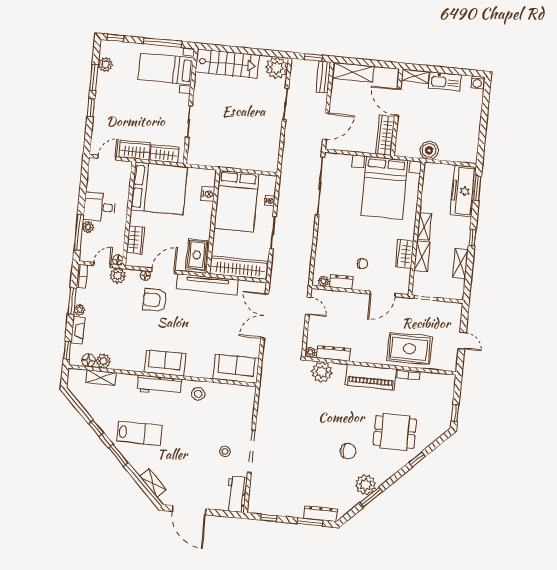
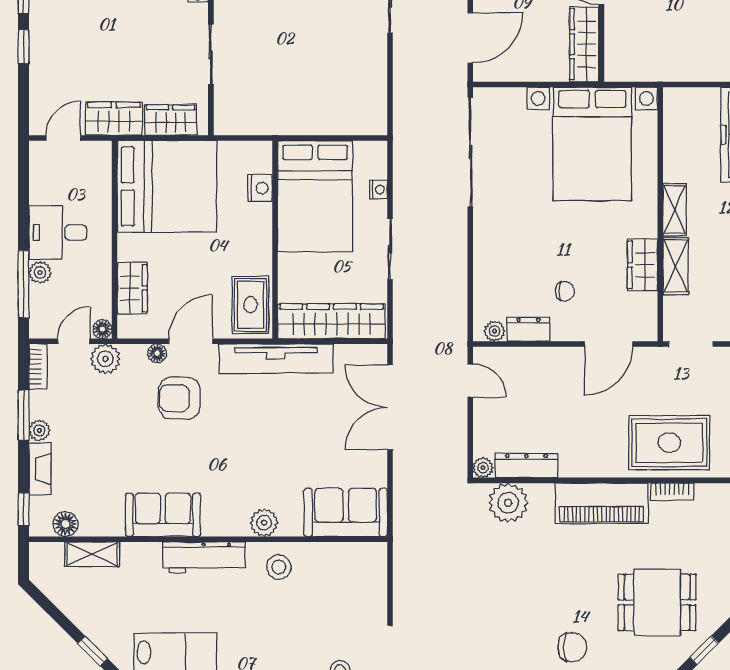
boiler: (429, 150) -> (670, 65), removed
plant: (103, 361) -> (264, 523), moved
sofa: (165, 363) -> (163, 515), moved

